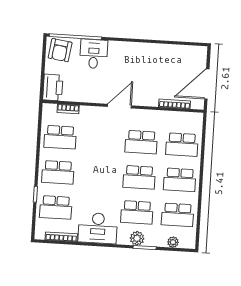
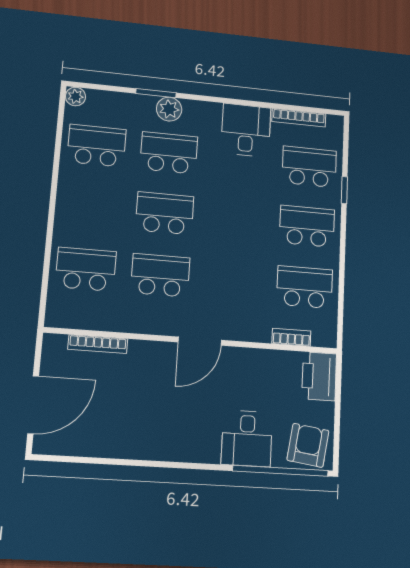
door: (207, 84) -> (33, 405), moved
school desk: (180, 180) -> (91, 207), removed
desk: (98, 228) -> (246, 130), width x0.73
plant: (173, 242) -> (76, 97), moved

